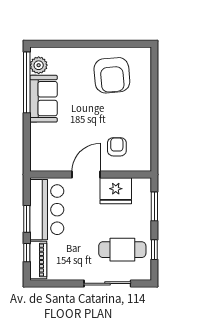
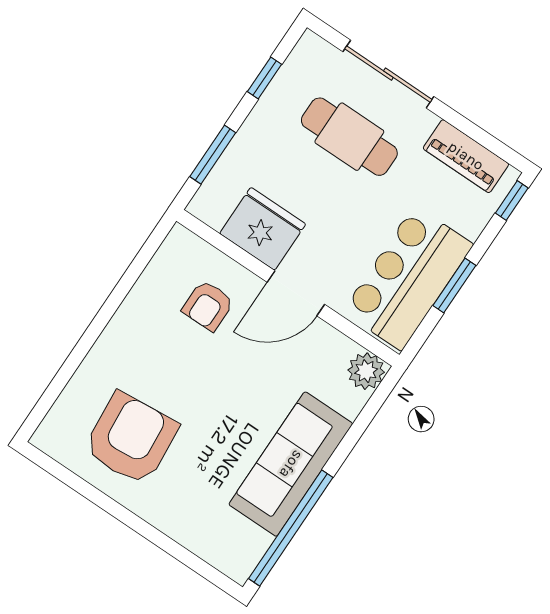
plant: (39, 65) -> (366, 371), moved
sofa: (44, 99) -> (291, 464), width x1.36
cafe table: (122, 250) -> (349, 137), moved
window: (27, 253) -> (512, 201), moved
piano: (38, 260) -> (466, 156), moved, turned -90

